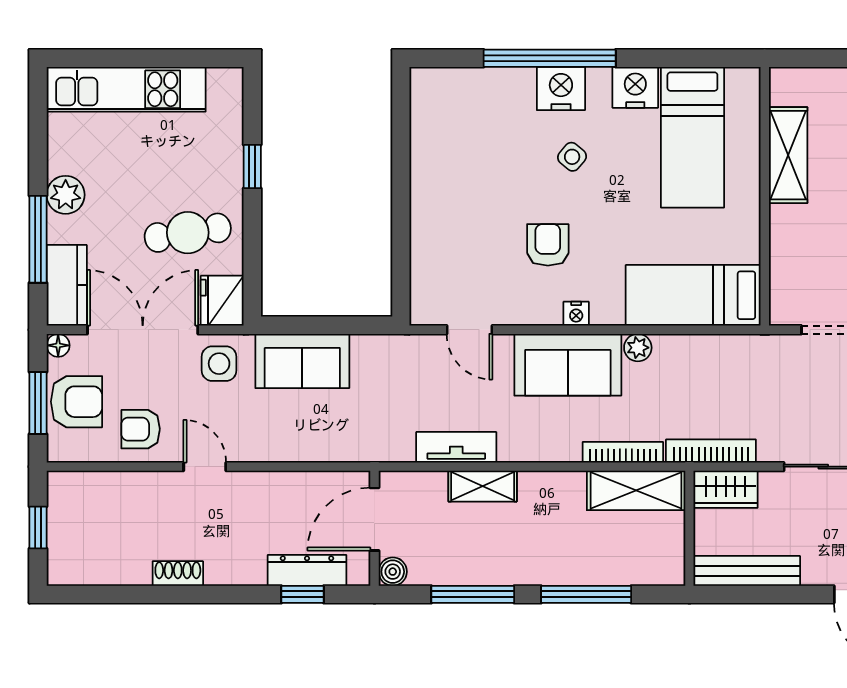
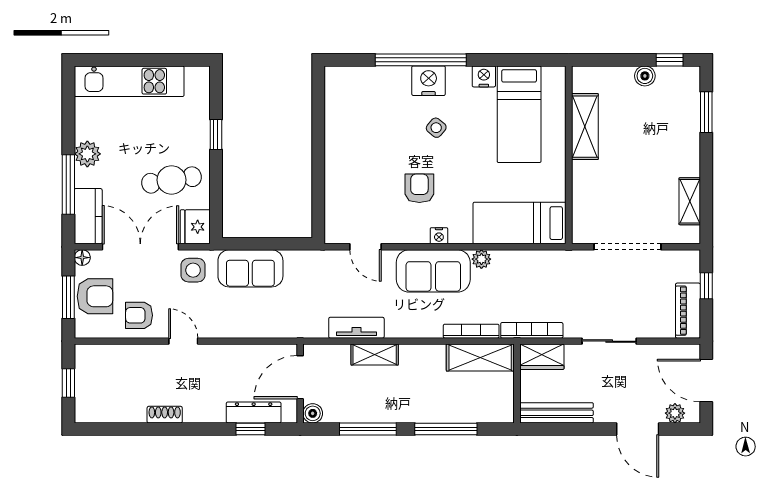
nightstand: (635, 87) -> (484, 76), width x0.74, depth x0.75

